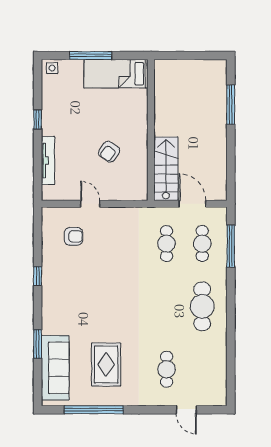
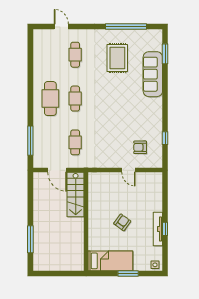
window: (91, 56) -> (128, 274), width x0.69
armchair: (109, 152) -> (122, 222), moved
tv unit: (48, 160) -> (158, 229), moved
cafe table: (202, 244) -> (75, 99), moved
window: (38, 276) -> (165, 138), moved
window: (38, 344) -> (165, 54), moved
sofa: (55, 368) -> (153, 74), moved

